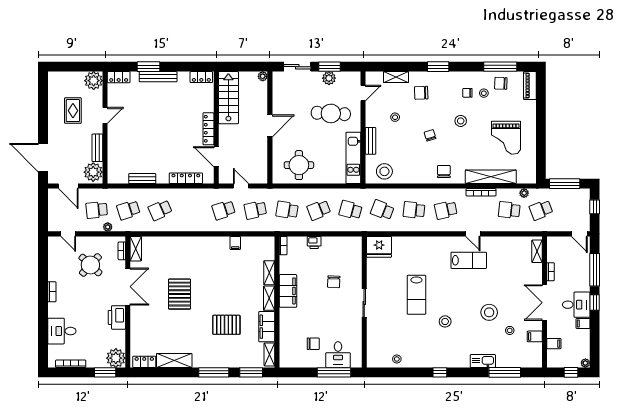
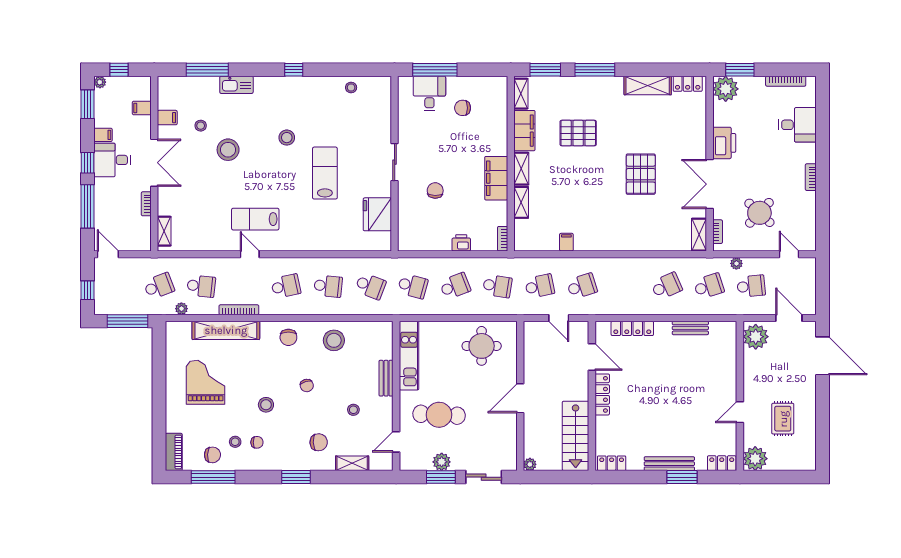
bench: (97, 148) -> (750, 369), removed
stool: (384, 171) -> (334, 340), moved
fridge: (379, 247) -> (377, 214), moved, turned -90
window: (595, 346) -> (87, 104), added

